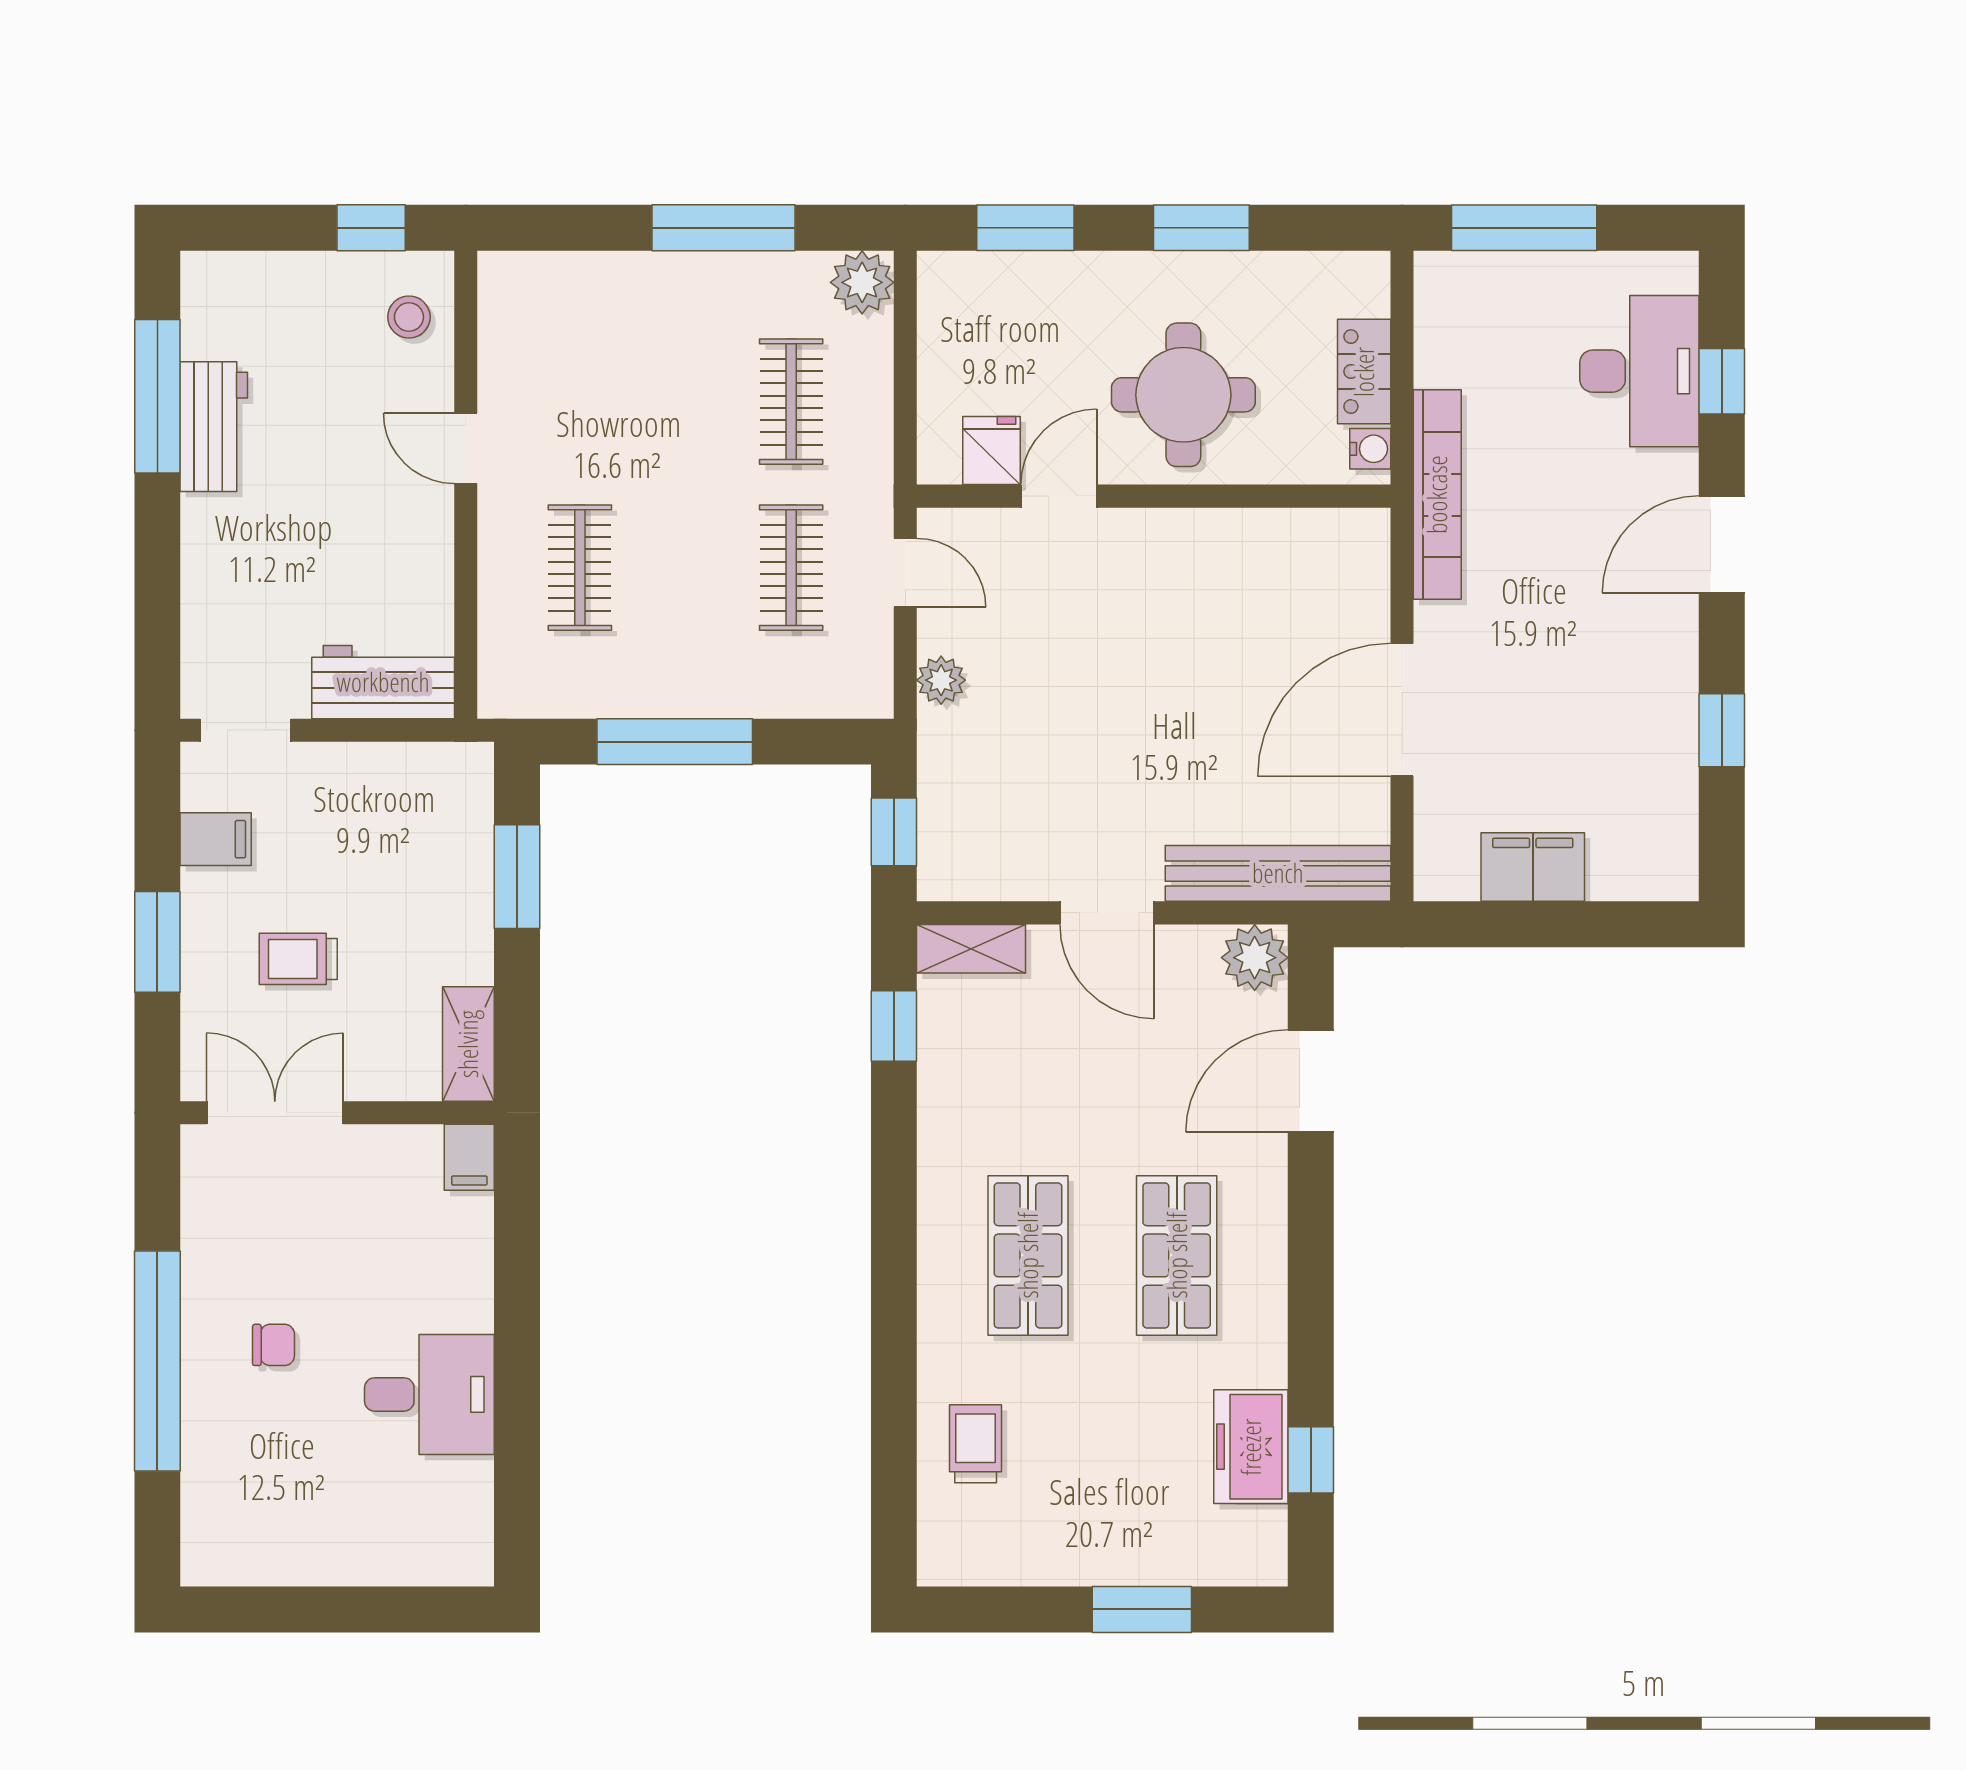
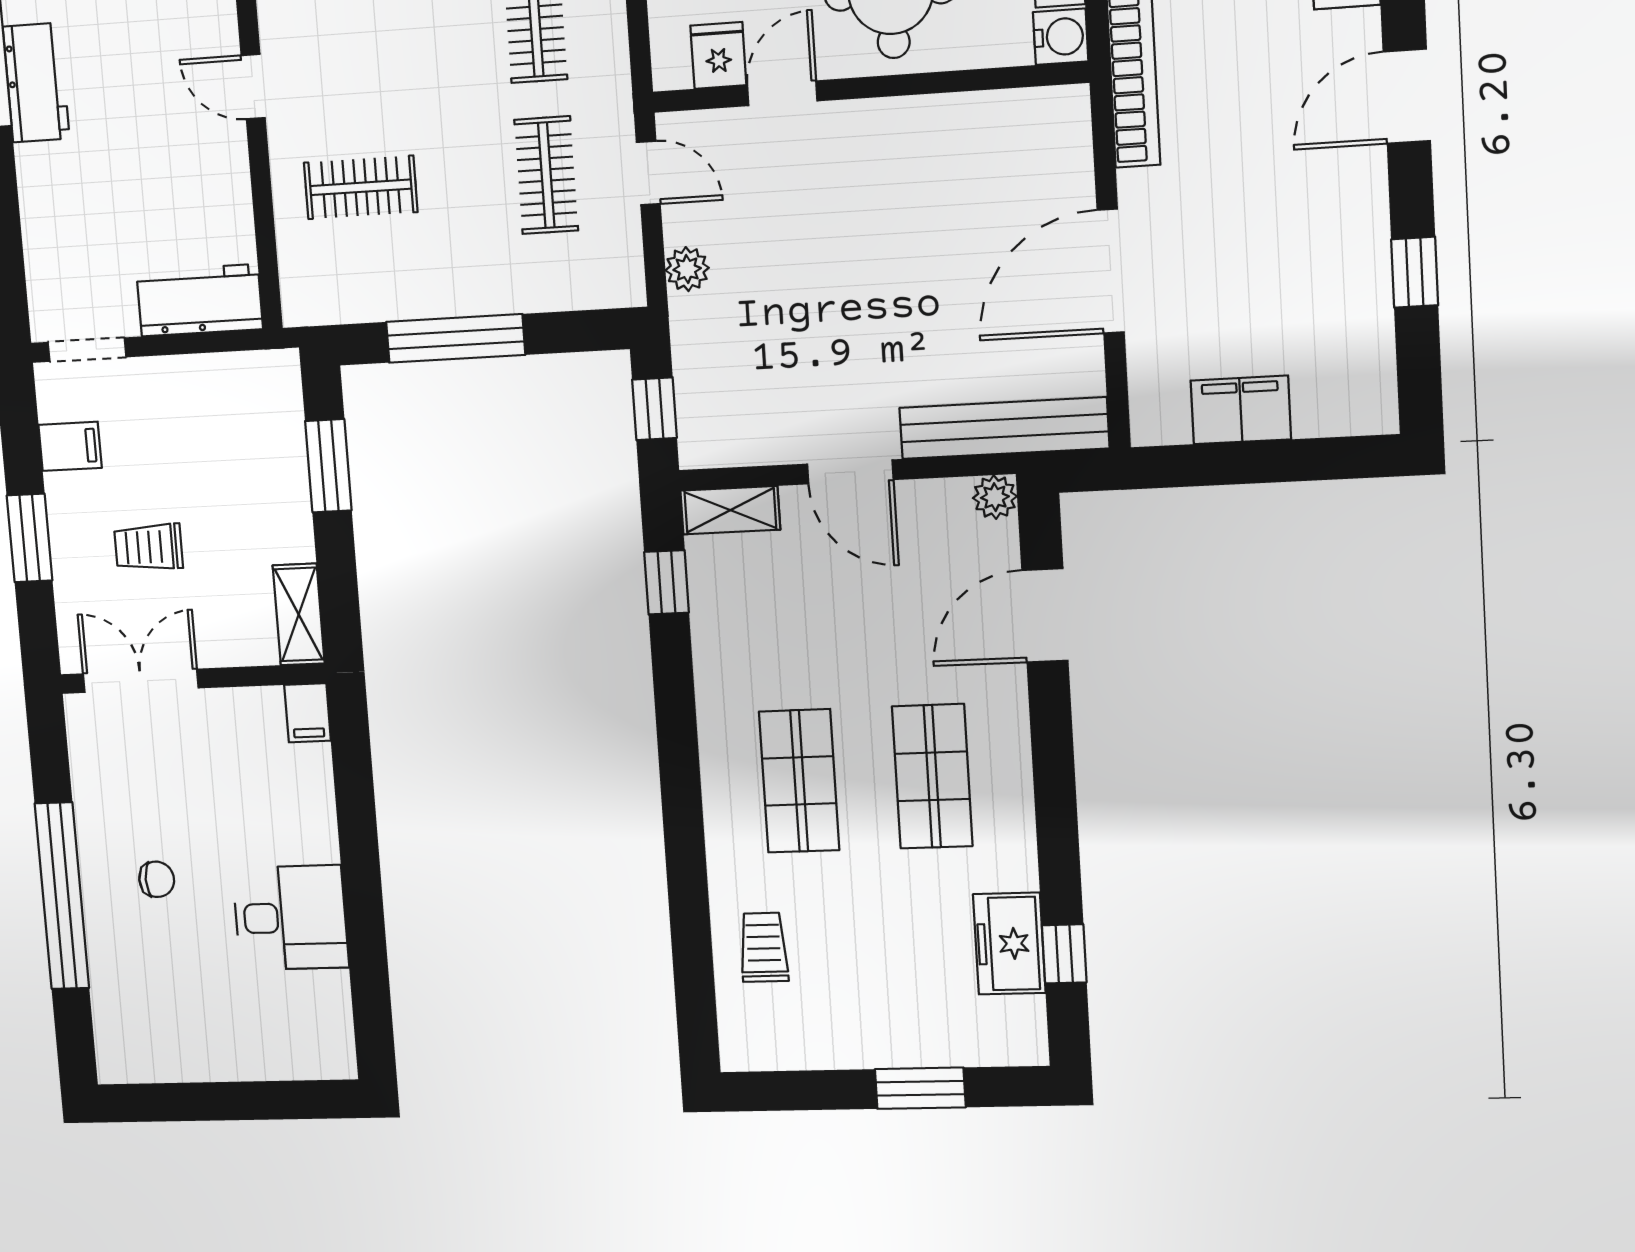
water cooler: (1370, 449) -> (1061, 37), width x1.38, depth x1.38
clothes rail: (580, 568) -> (361, 187), turned 90
plant: (1255, 958) -> (995, 497), width x0.73, depth x0.73

